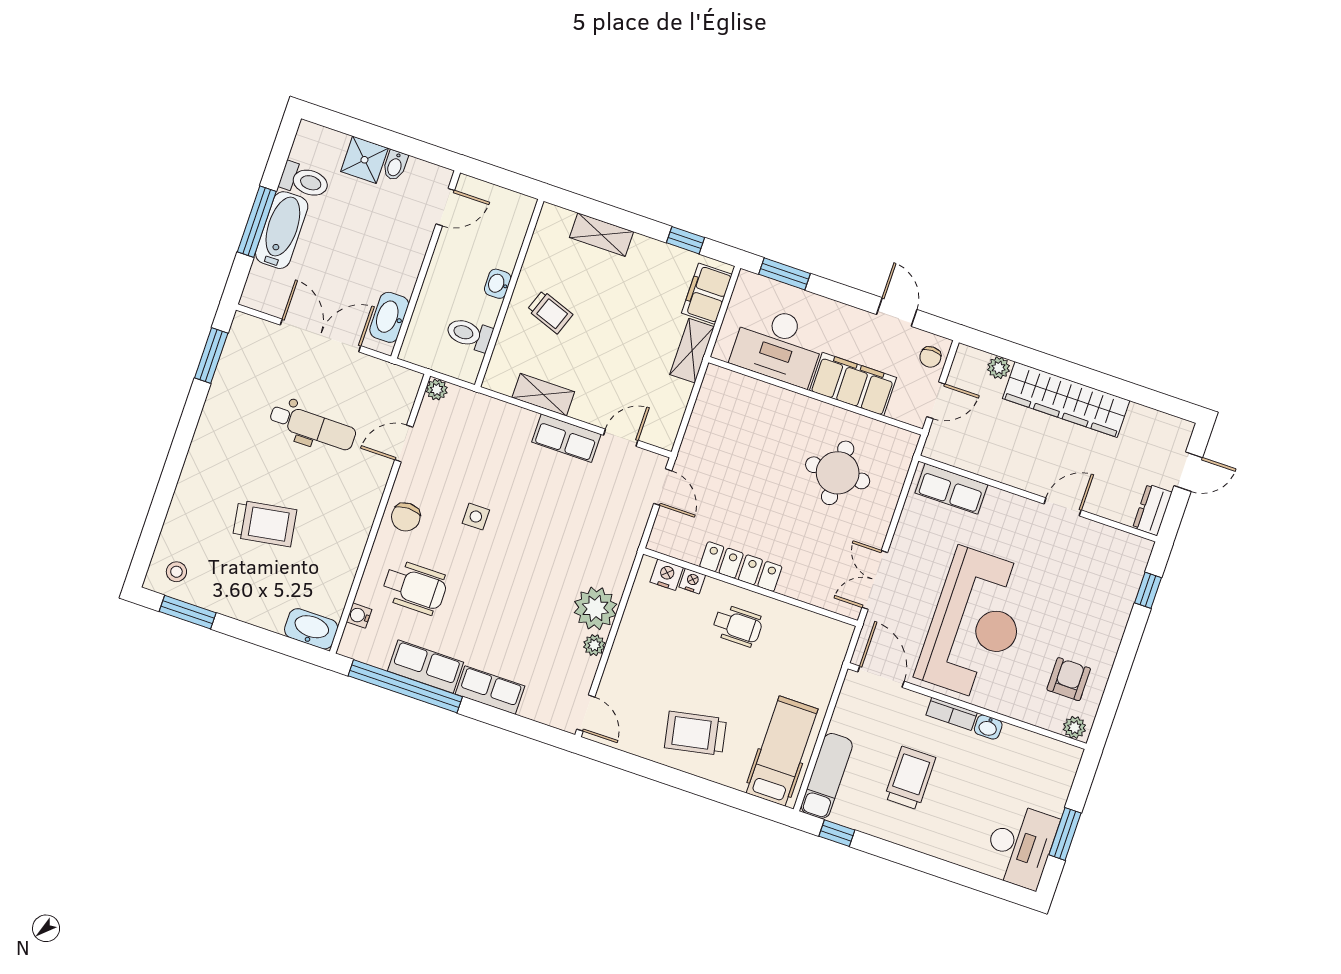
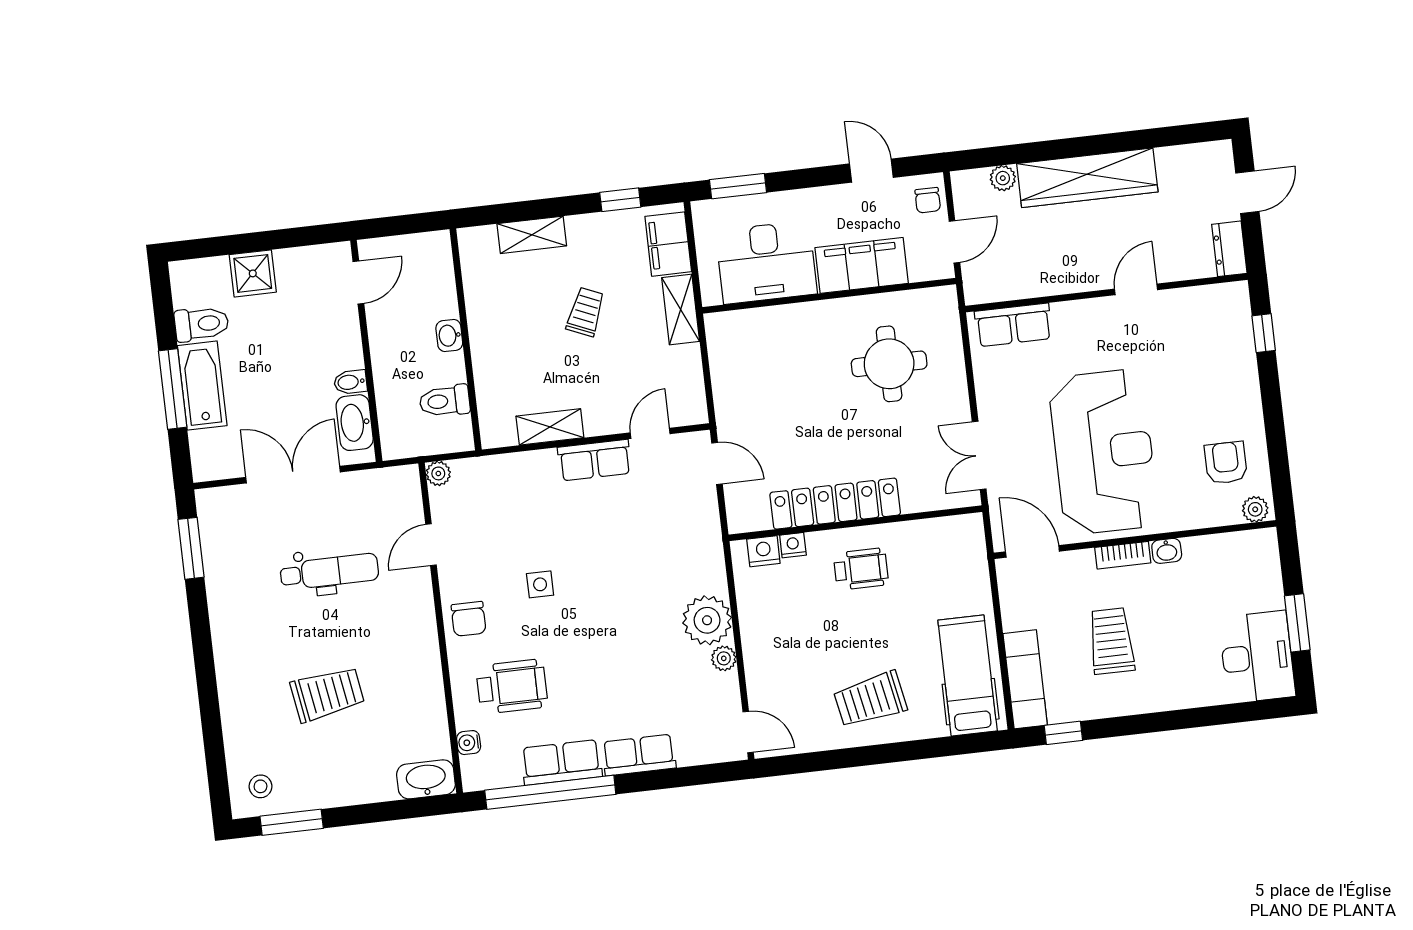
bidet: (395, 165) -> (350, 382), moved, turned 90
trolley: (550, 312) -> (586, 312), moved, turned -87
locker: (741, 567) -> (835, 504), width x1.41, depth x1.21

